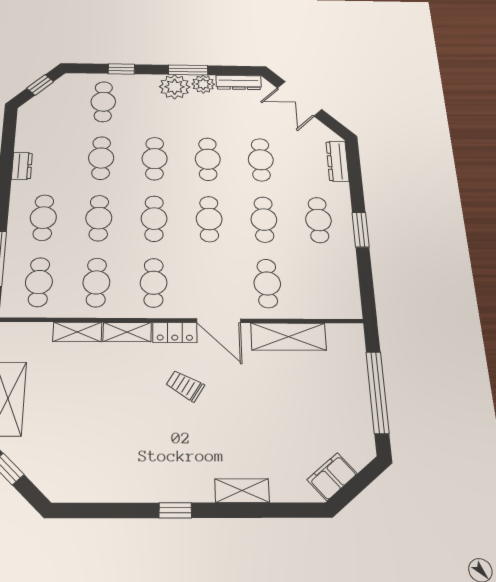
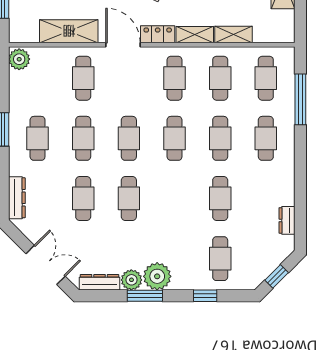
cafe table: (155, 159) -> (175, 198), removed
dresser: (22, 166) -> (287, 220), moved
plant: (348, 305) -> (19, 59), added

